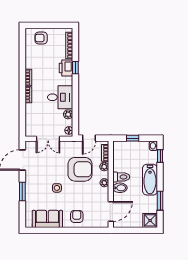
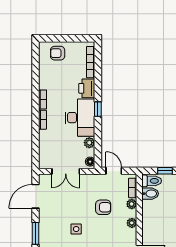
window: (75, 68) -> (98, 109), moved
desk: (60, 97) -> (80, 118), width x1.37
door: (89, 138) -> (114, 171), swing flipped
armchair: (80, 169) -> (103, 207), width x0.53, depth x0.53
toilet: (121, 177) -> (152, 181), moved
bidet: (120, 188) -> (150, 194), moved

